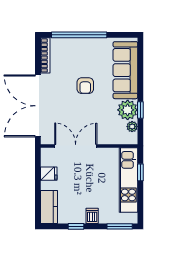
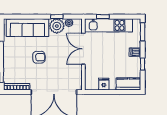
double door: (76, 146) -> (83, 49), moved

